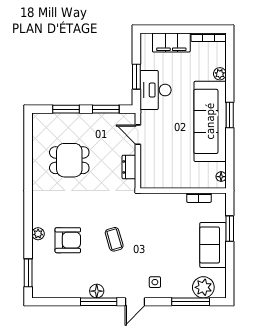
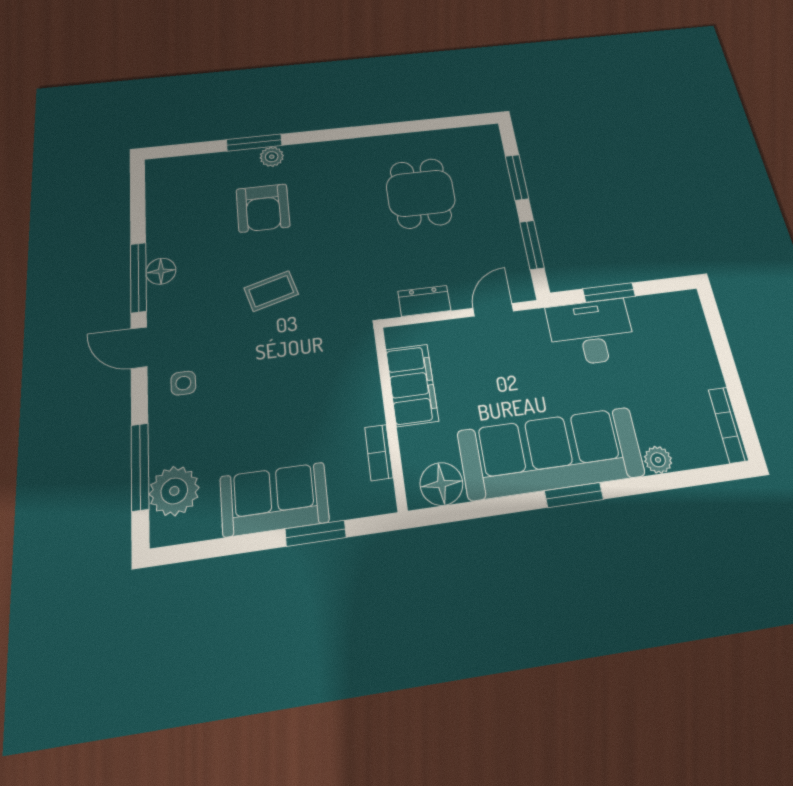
filing cabinet: (171, 42) -> (412, 385), moved, turned 180
floor lamp: (221, 177) -> (441, 484), width x1.89, depth x1.89
window: (28, 273) -> (254, 143), moved

